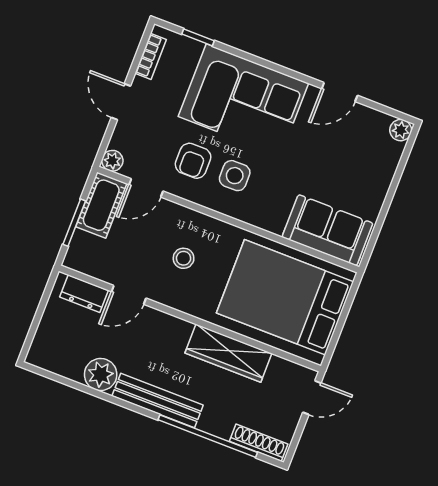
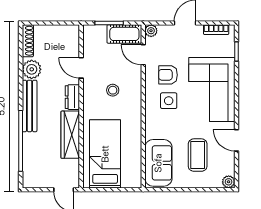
coffee table: (339, 163) -> (198, 155), added
dresser: (84, 294) -> (72, 97), moved
bed: (285, 297) -> (105, 154), width x0.67
shoe rack: (259, 443) -> (28, 41), moved

